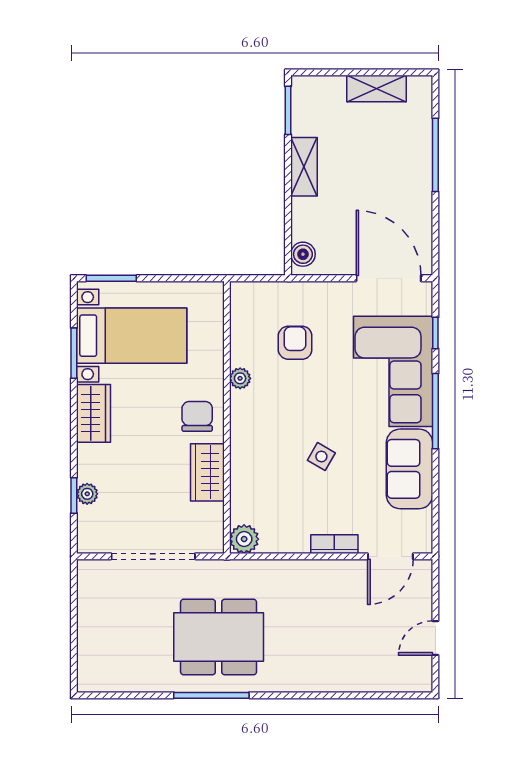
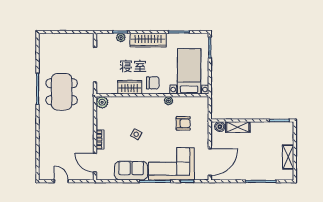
shelving: (304, 167) -> (238, 127), moved
bed with nightstands: (132, 336) -> (189, 71), moved, turned 180
wardrobe: (94, 413) -> (148, 40), width x1.50

